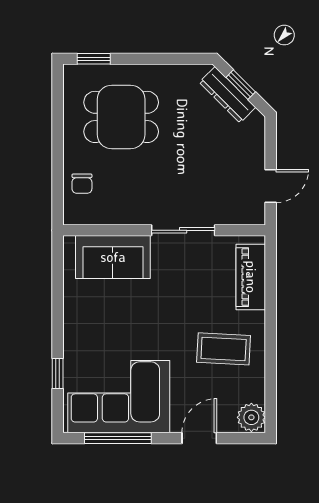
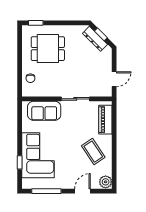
coffee table: (224, 349) -> (93, 152), turned 53
corner sofa: (119, 397) -> (38, 155), moved, turned 90

